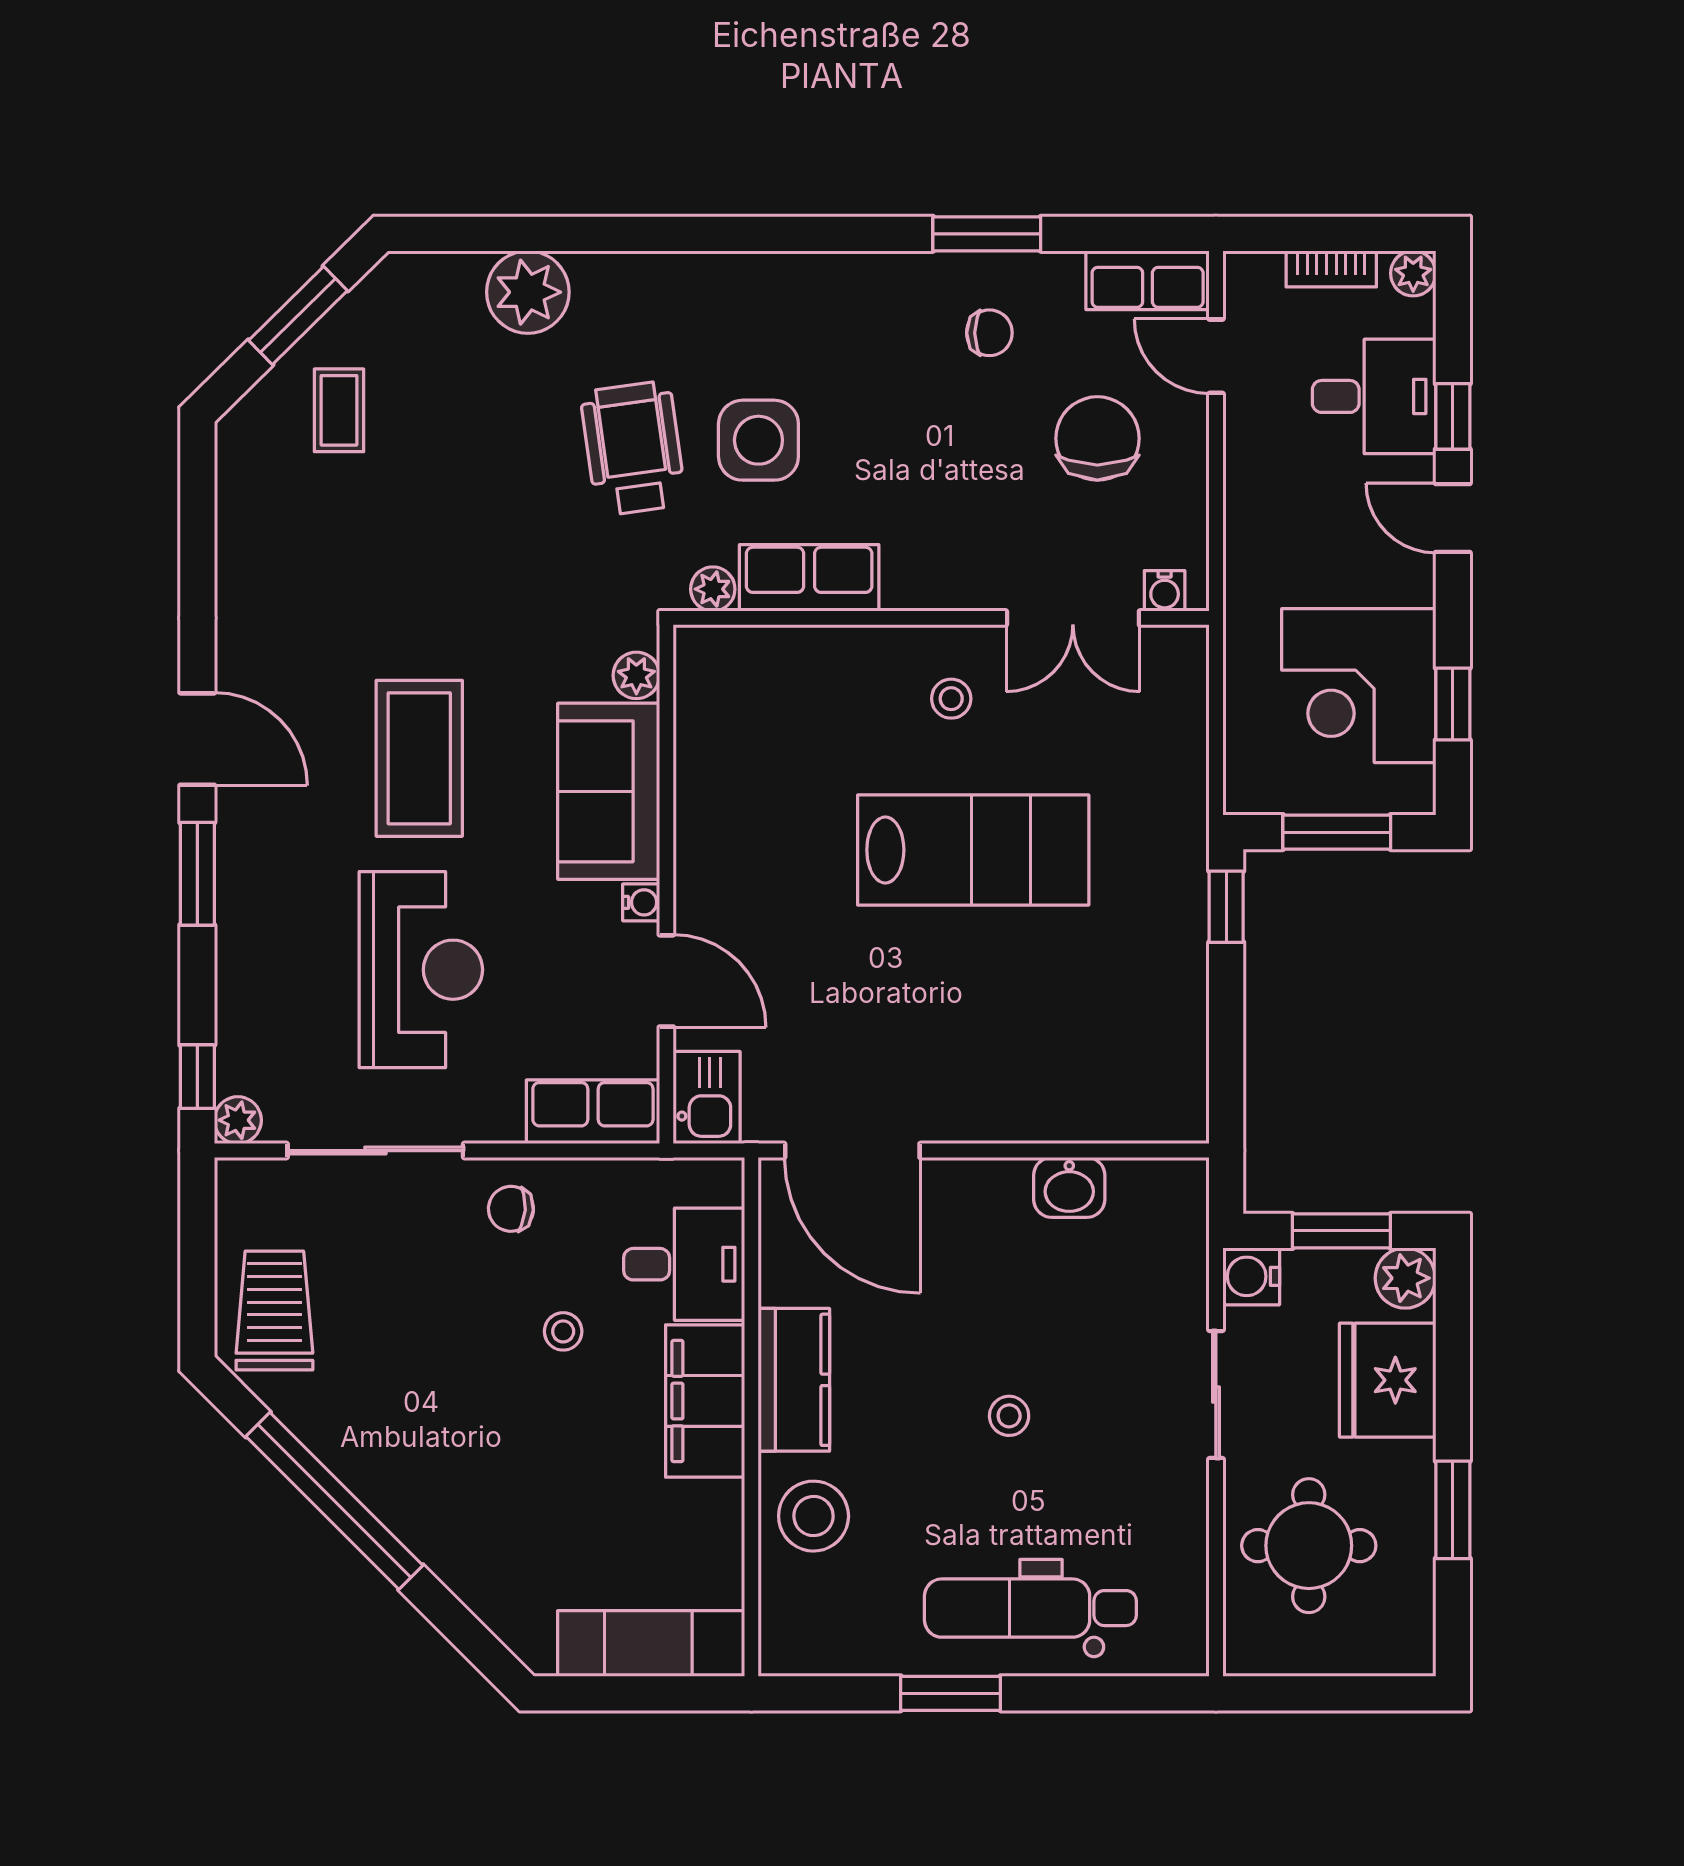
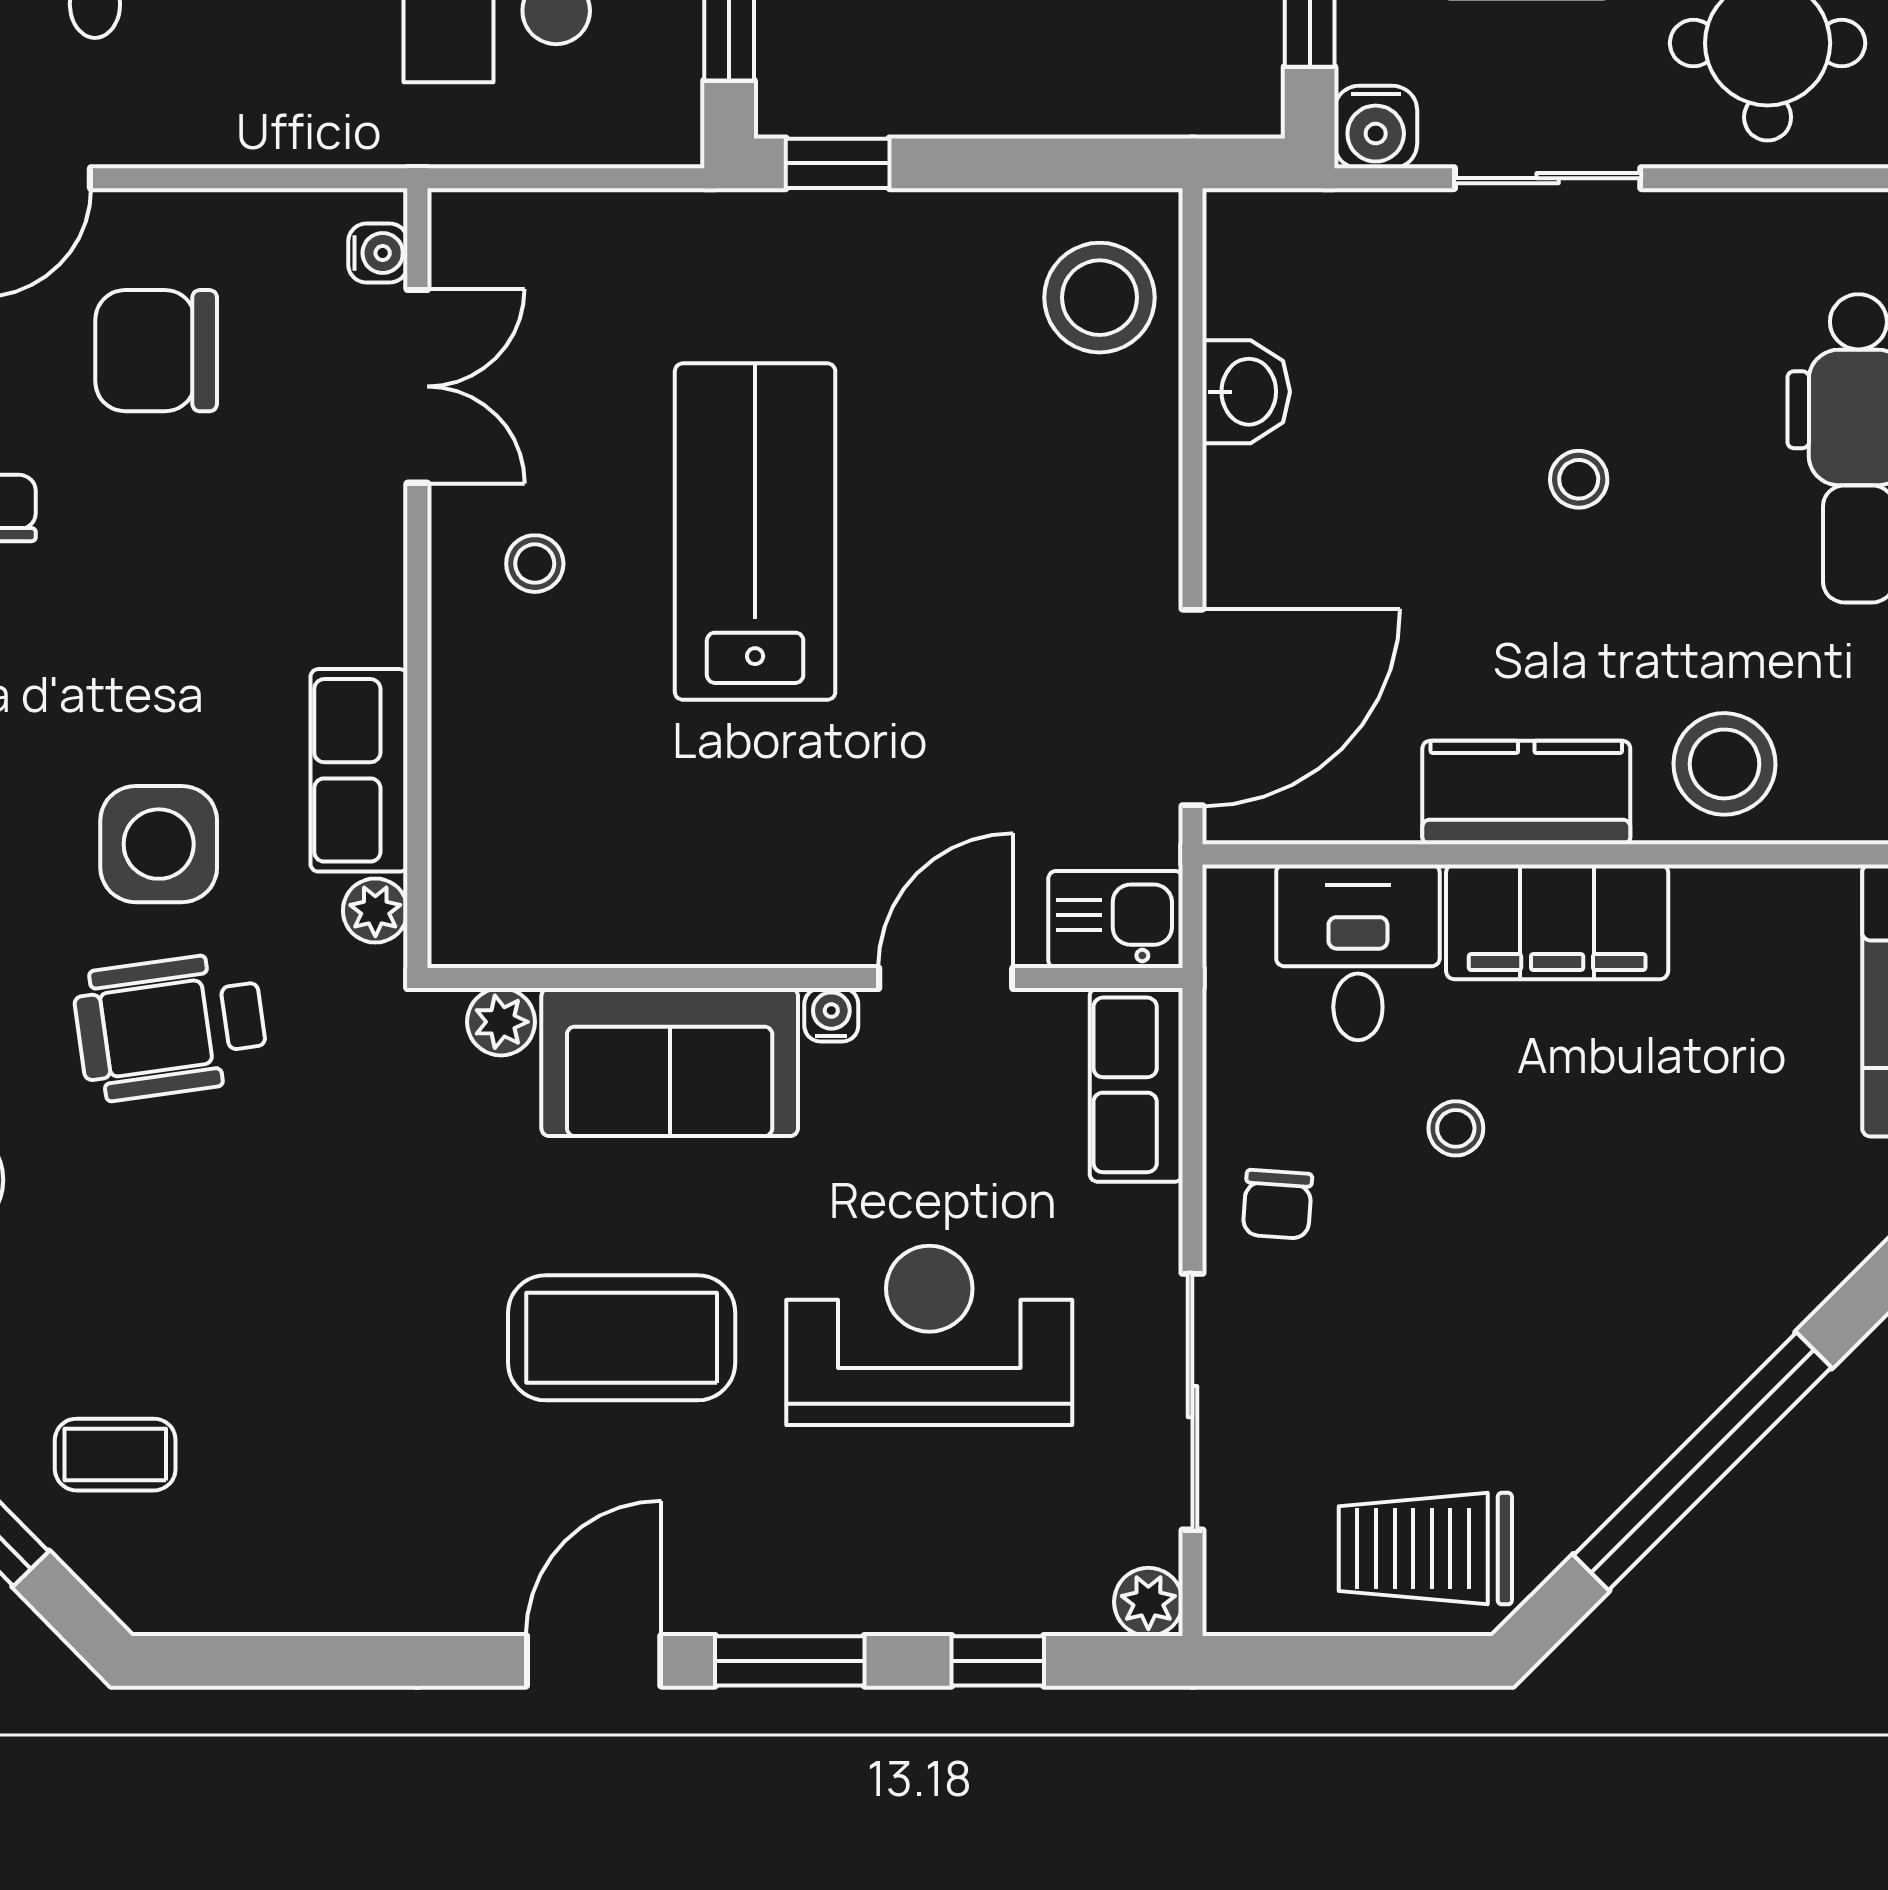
window: (197, 1077) -> (998, 1661), moved
stool: (1134, 1087) -> (1100, 298), added

